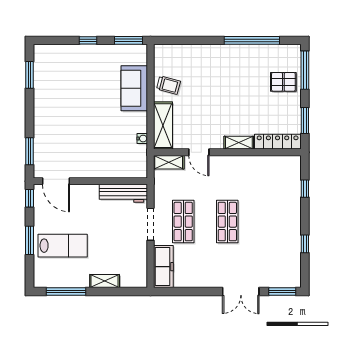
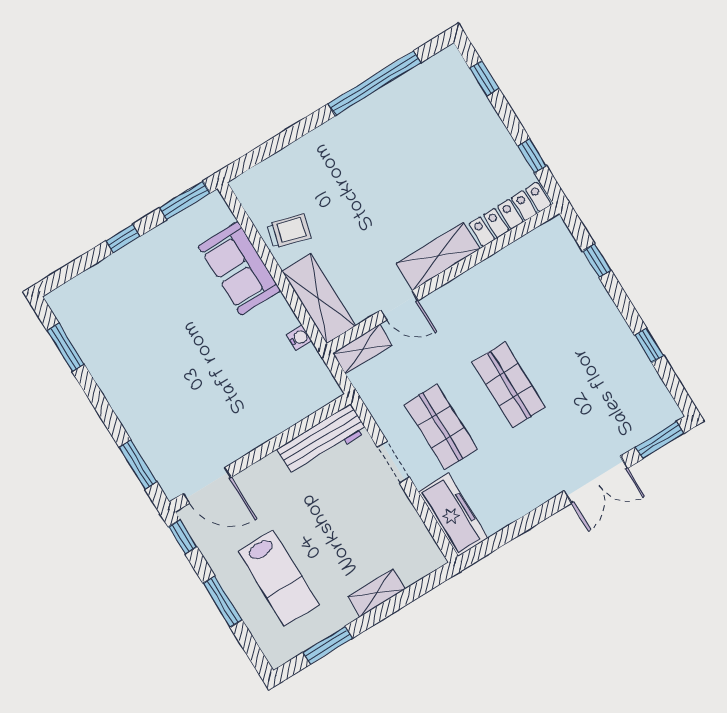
window: (305, 70) -> (484, 78), width x0.46
pallet: (283, 82) -> (462, 117), removed
window: (305, 120) -> (532, 156), width x0.67
shelving: (239, 143) -> (438, 256), width x1.50, depth x1.33
doorway: (150, 224) -> (393, 462), width x0.73
lab bench: (63, 246) -> (278, 578), turned 90
window: (66, 292) -> (327, 645), width x0.69

